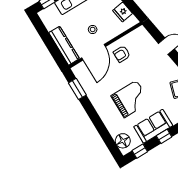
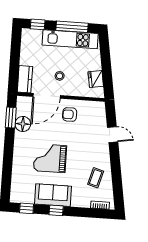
kitchen counter: (64, 46) -> (25, 79), width x0.67
grand piano: (130, 99) -> (50, 158), turned 180
floor lamp: (123, 141) -> (23, 124), moved

